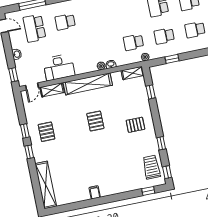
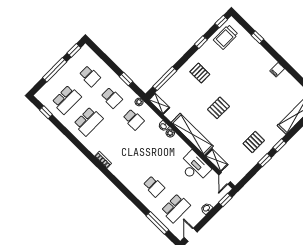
door: (32, 87) -> (225, 178), swing flipped
window: (151, 92) -> (165, 79), width x2.17
window: (148, 191) -> (257, 37), moved

